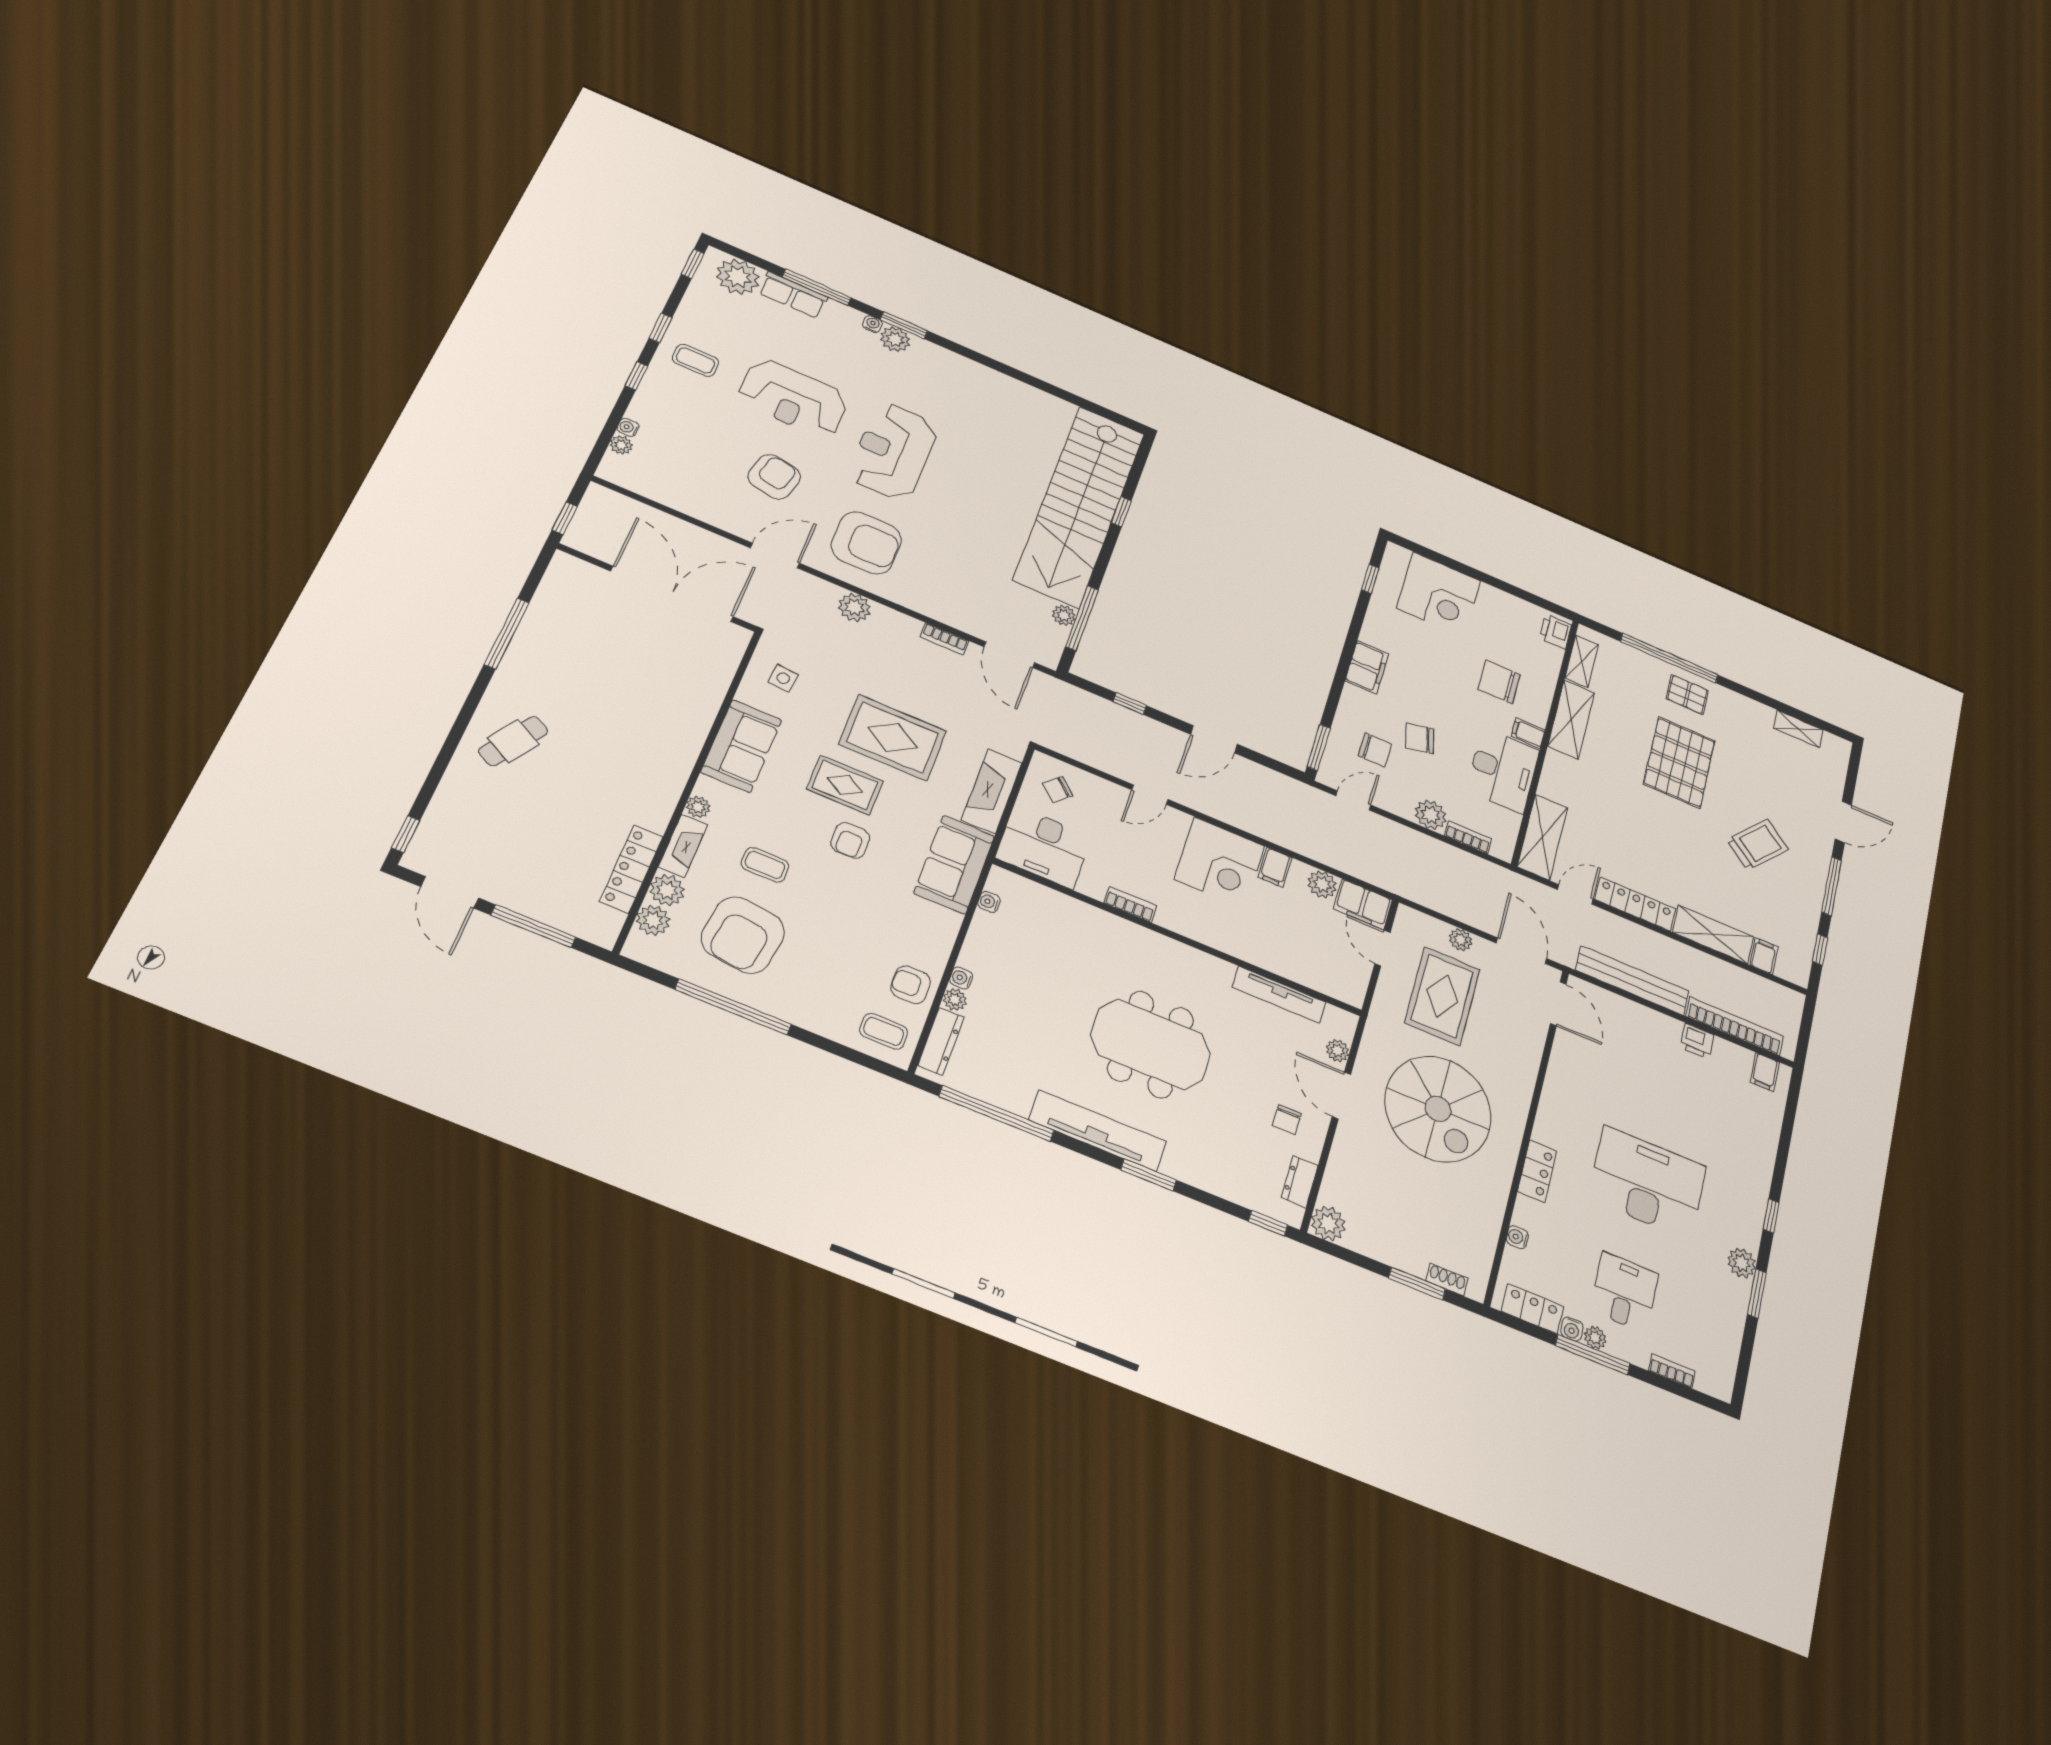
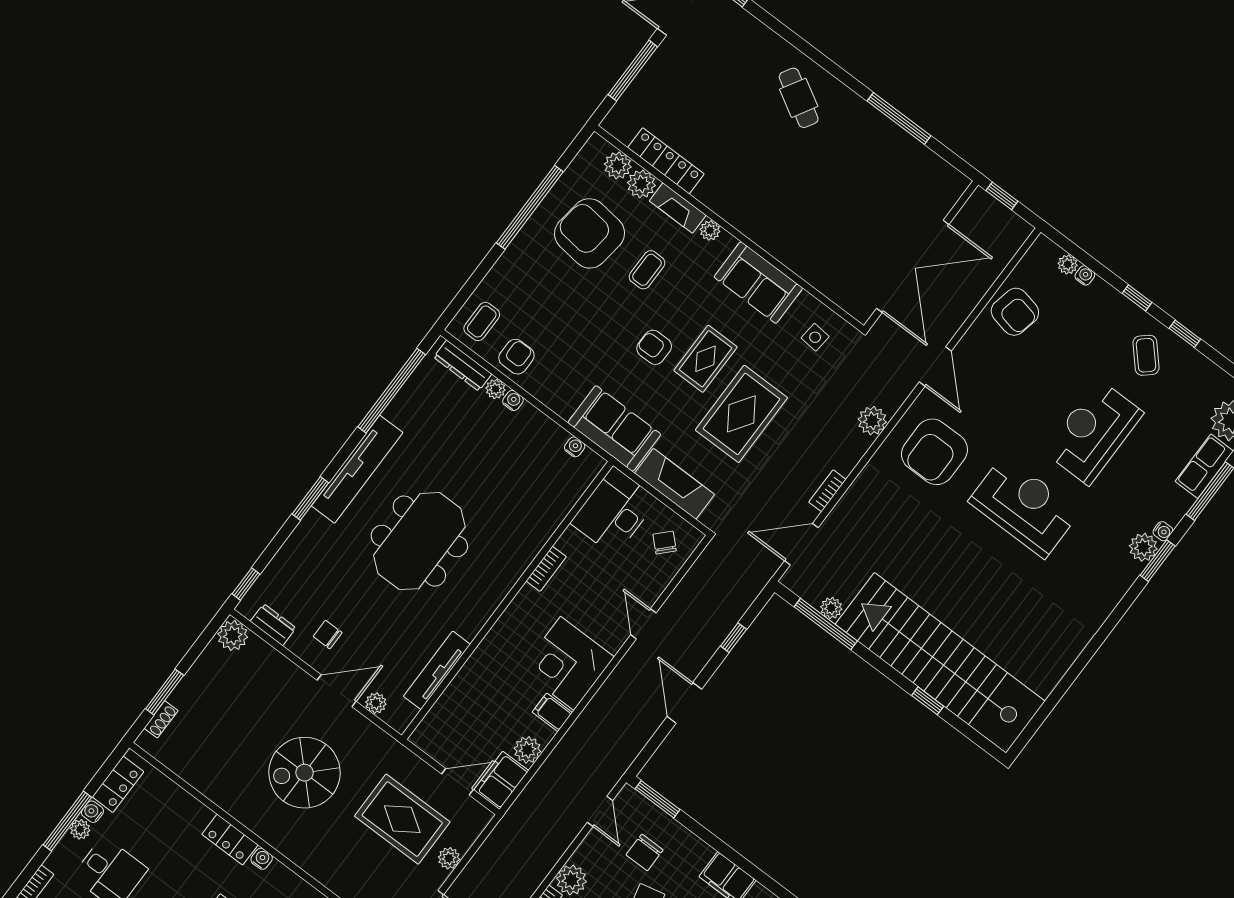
coffee table: (695, 360) -> (1146, 355), turned -42
armchair: (774, 477) -> (1015, 312), moved
spiral stairs: (1438, 1109) -> (305, 773), width x0.73, depth x0.73
water cooler: (1517, 1237) -> (262, 859), moved

